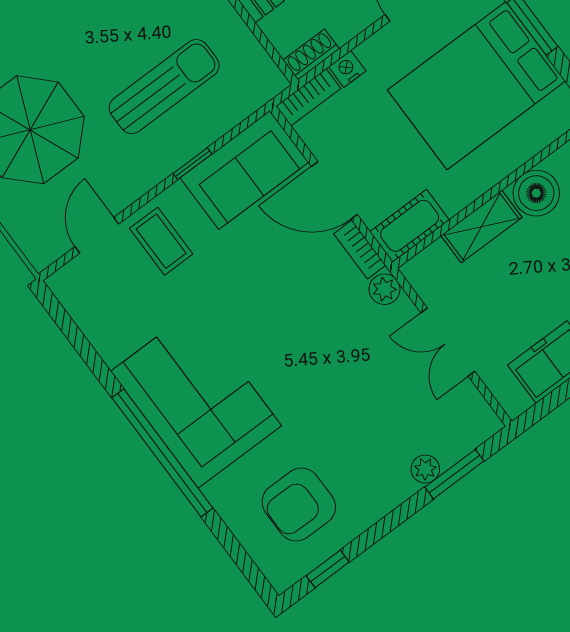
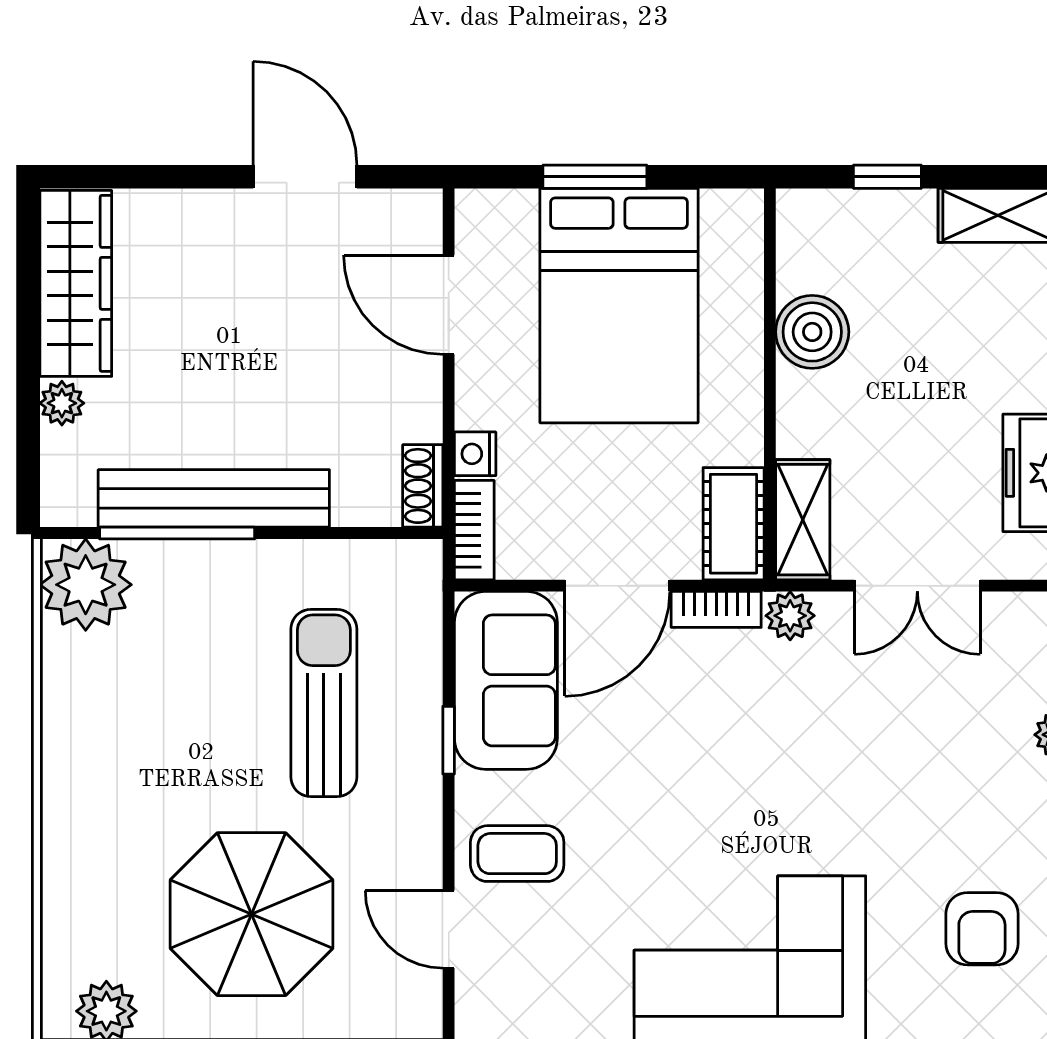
shelving: (481, 227) -> (803, 520), moved
armchair: (299, 504) -> (982, 929), width x0.72, depth x0.72

